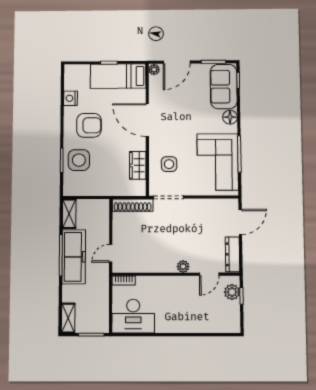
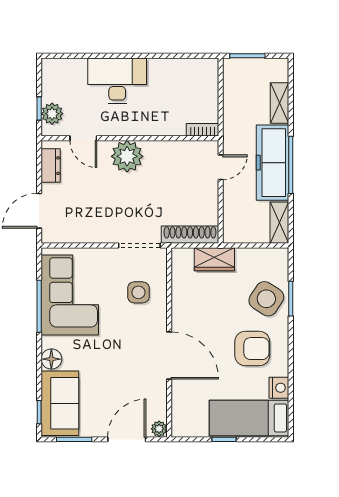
bed: (118, 76) -> (249, 418), moved, turned 180
armchair: (89, 125) -> (252, 349), turned 180
side table: (79, 160) -> (266, 299), turned 33
wardrobe: (138, 165) -> (214, 259), moved, turned 90
dresser: (233, 254) -> (51, 166), width x0.70
plant: (183, 267) -> (127, 156), width x1.88, depth x1.88
door: (209, 274) -> (83, 138), swing flipped
desk: (133, 316) -> (117, 81), moved
shelving: (68, 318) -> (280, 103), moved

